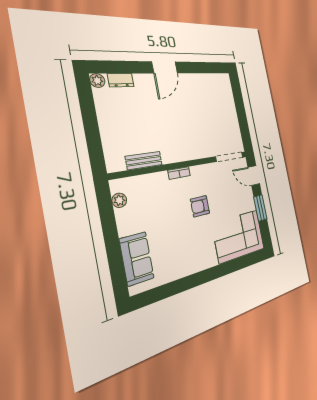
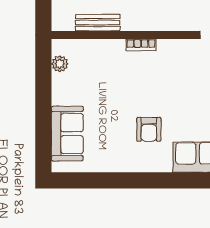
armchair: (200, 206) -> (149, 129), moved, turned -90

